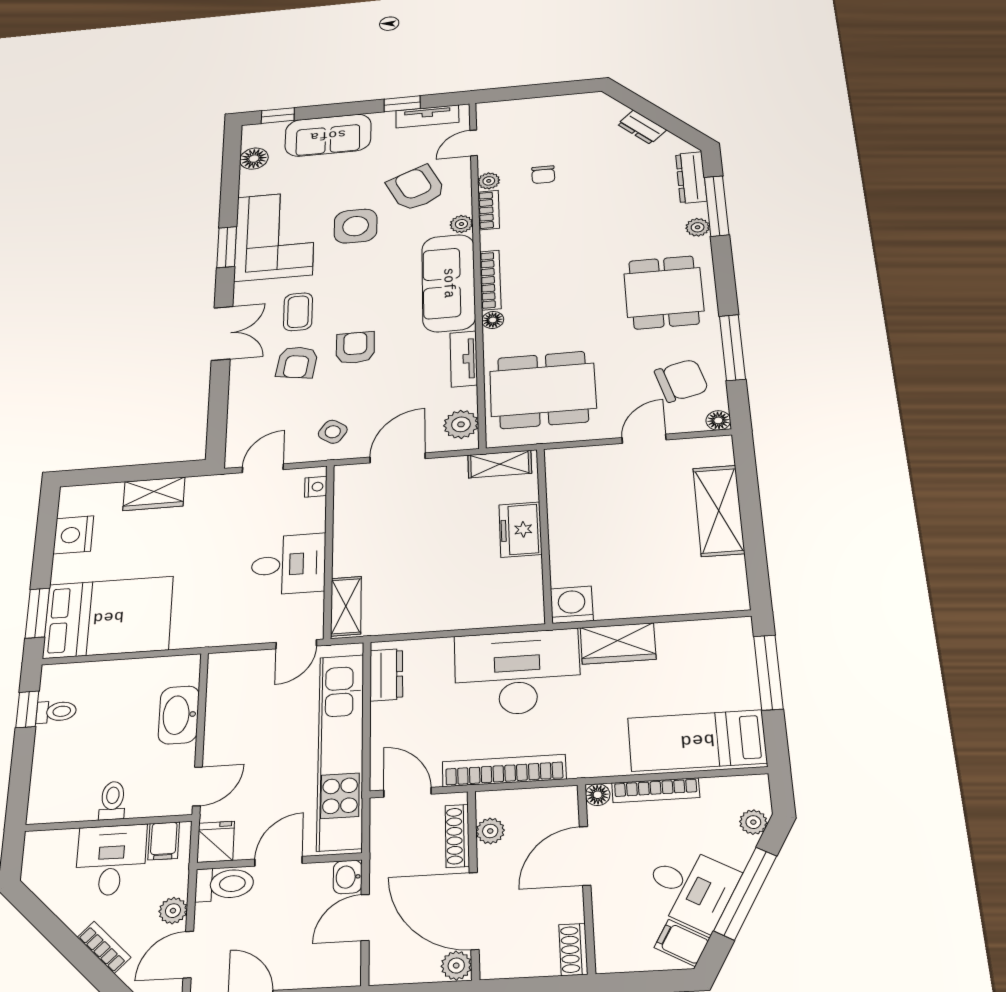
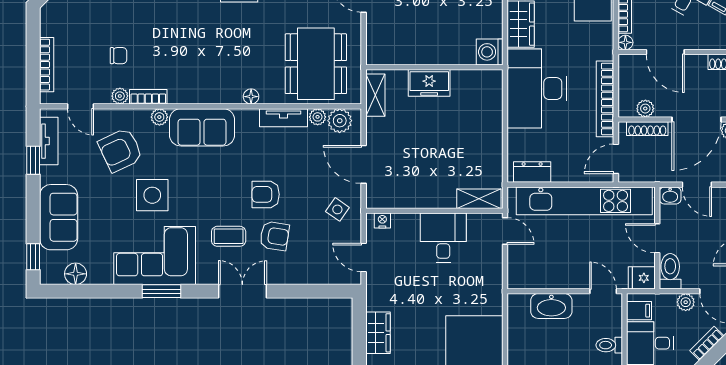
bookcase: (490, 280) -> (47, 65), moved, turned 90
sofa: (449, 283) -> (202, 127), width x0.73
plant: (466, 398) -> (318, 117), added

